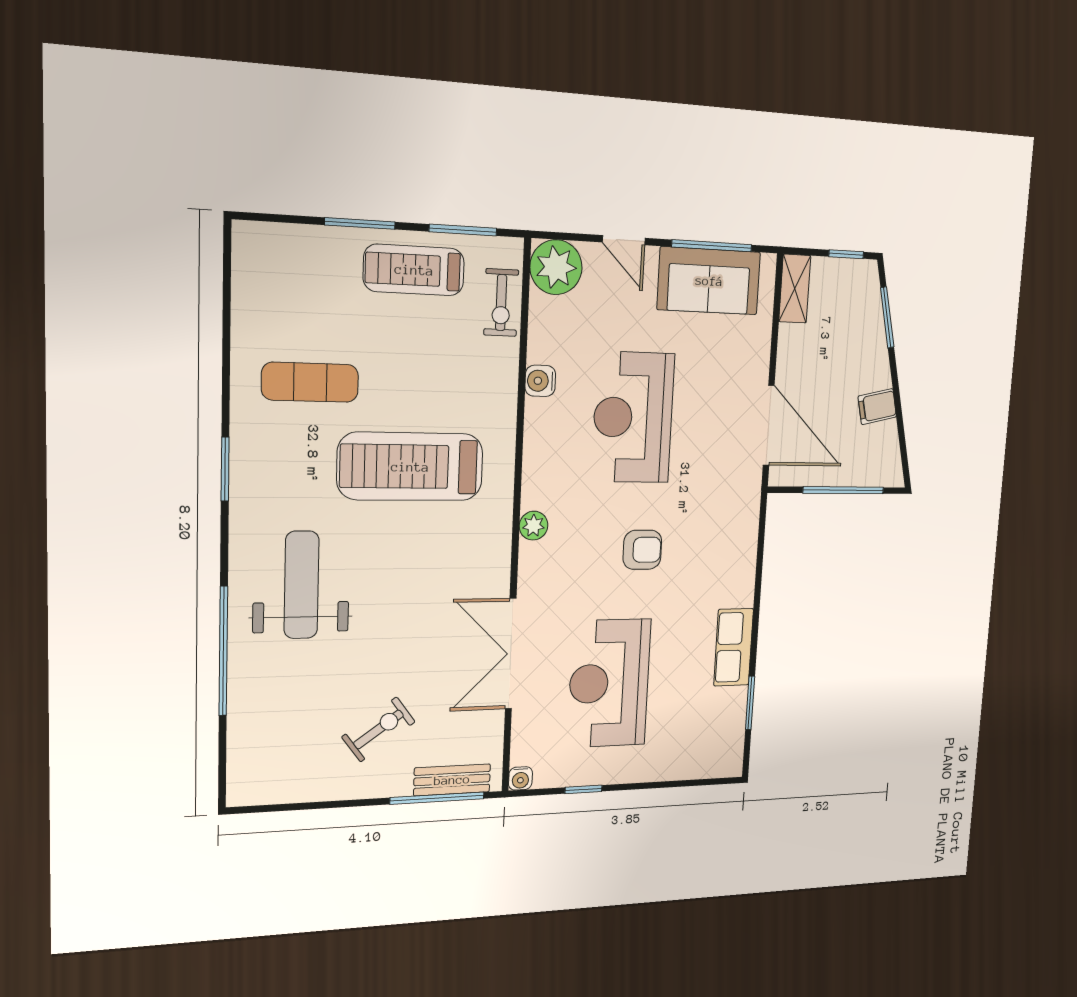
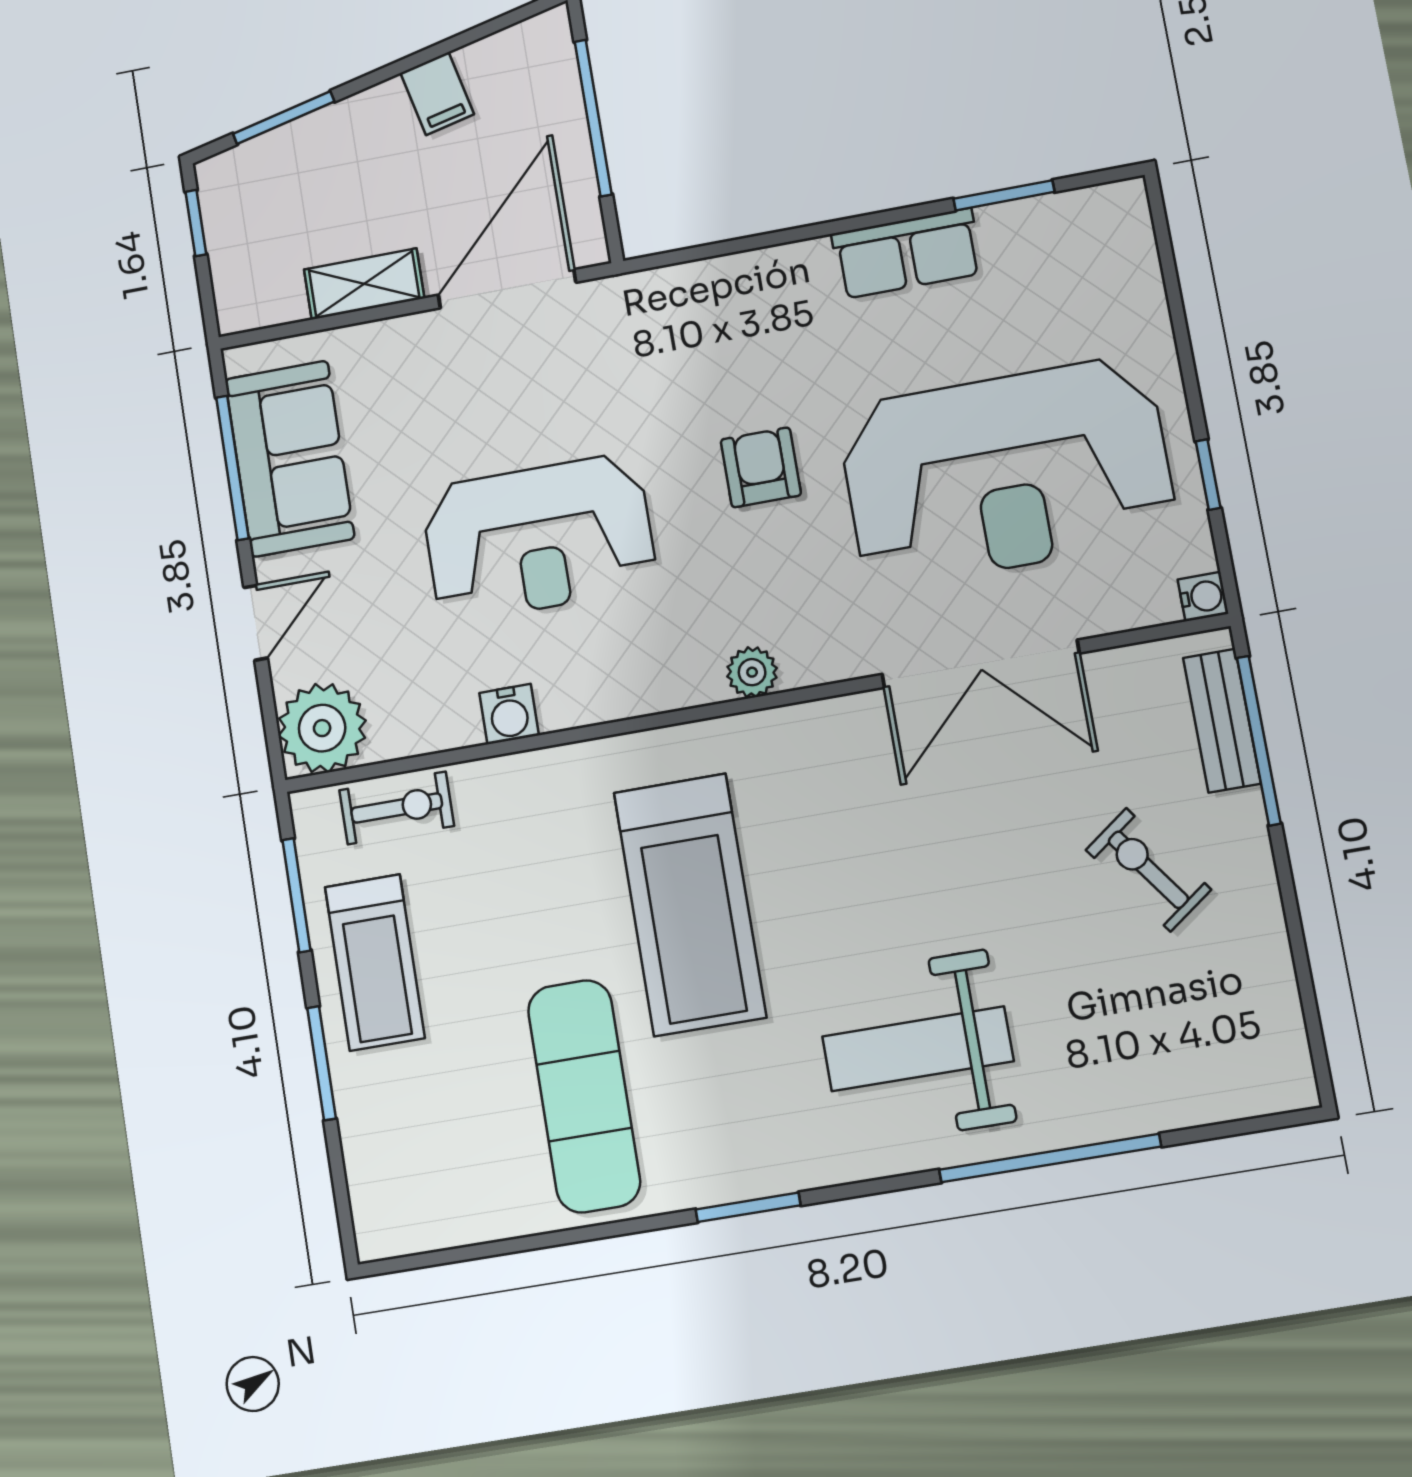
shelving: (795, 289) -> (364, 284), moved
exercise mat: (310, 382) -> (584, 1096), width x1.36, depth x1.45
reception desk: (609, 683) -> (1007, 472), width x1.36, depth x1.30

